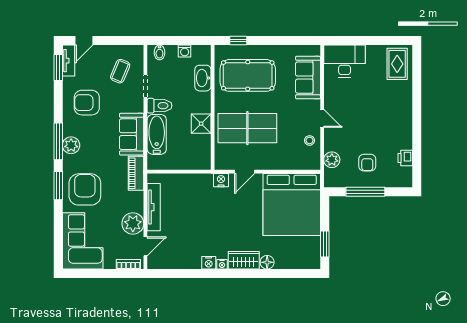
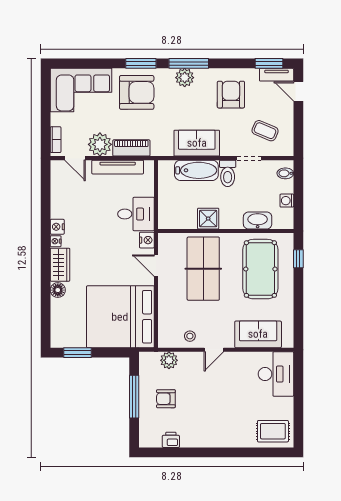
piano: (136, 173) -> (131, 148), moved
desk: (197, 190) -> (136, 214), added

